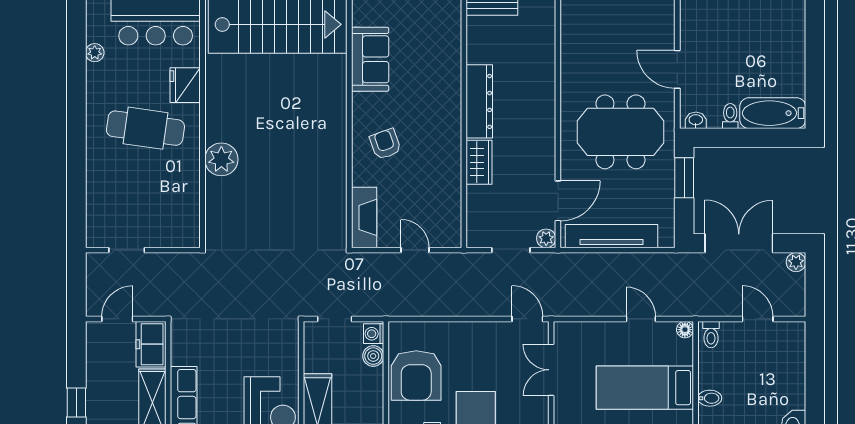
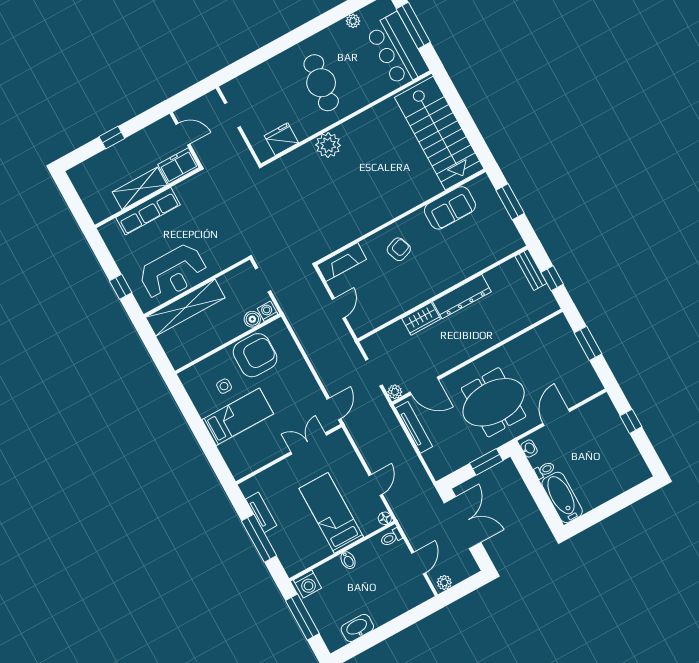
fridge: (185, 85) -> (281, 139), moved
meeting table: (620, 132) -> (494, 402), turned 90
tv unit: (611, 236) -> (414, 427), width x0.73, depth x0.78
plant: (796, 262) -> (444, 583), moved
armchair: (416, 376) -> (255, 355), turned 180

